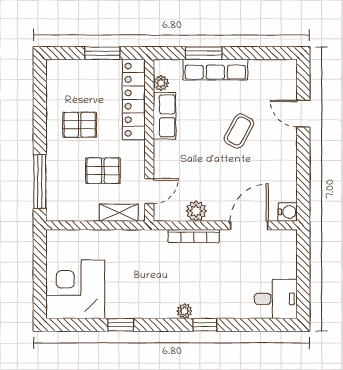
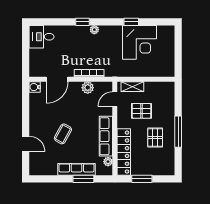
row of seats: (164, 116) -> (106, 136), width x1.48
pallet: (80, 125) -> (155, 137), turned 90
window: (40, 182) -> (178, 132), moved
corner desk: (75, 289) -> (139, 42), moved

